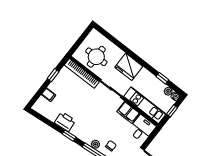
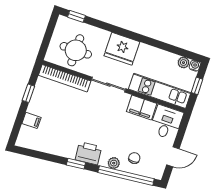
window: (162, 78) -> (76, 16), moved
printer: (65, 122) -> (88, 153), moved

